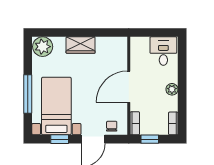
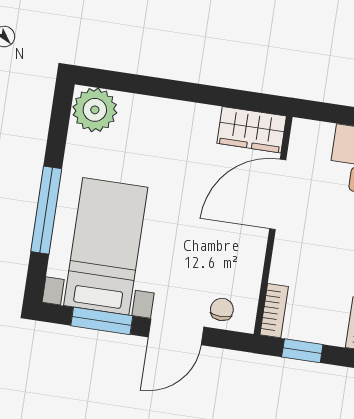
wardrobe: (81, 45) -> (252, 130), moved
door: (129, 87) -> (278, 194), moved
window: (60, 139) -> (102, 321), width x1.50

